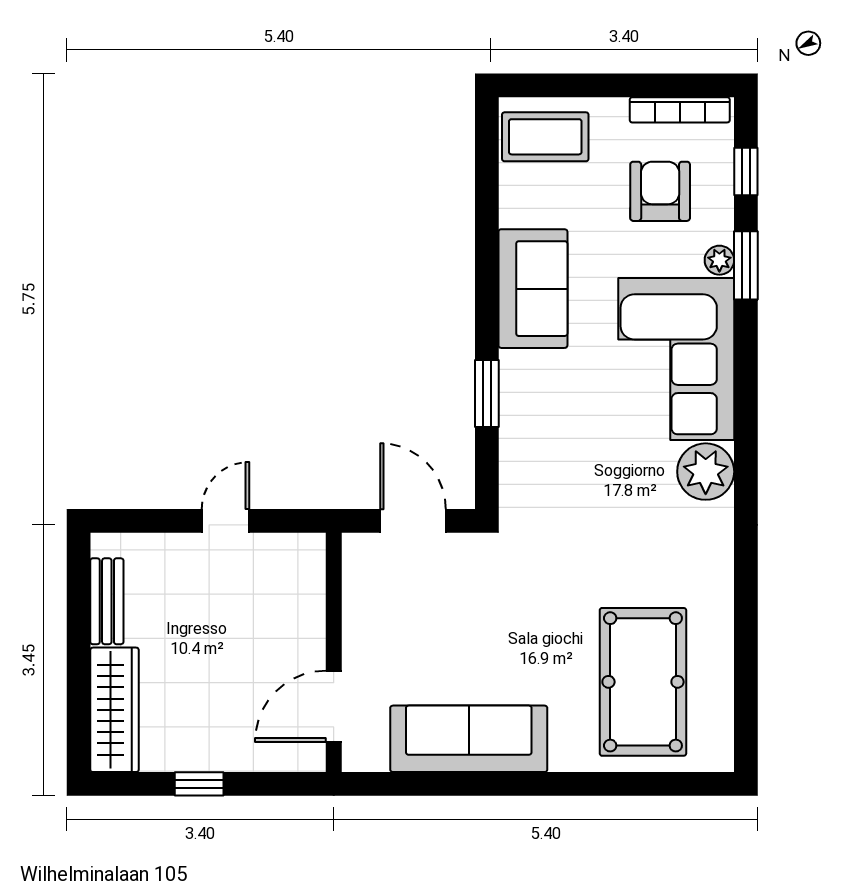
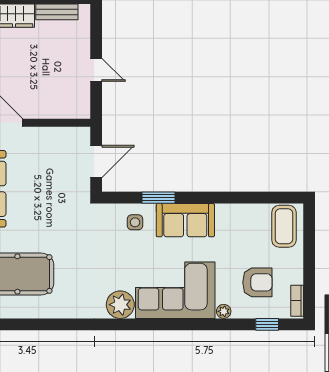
bookcase: (680, 110) -> (297, 301), width x0.64
window: (746, 265) -> (221, 324), removed
sofa: (533, 289) -> (185, 220), moved
side table: (537, 442) -> (135, 222), added

